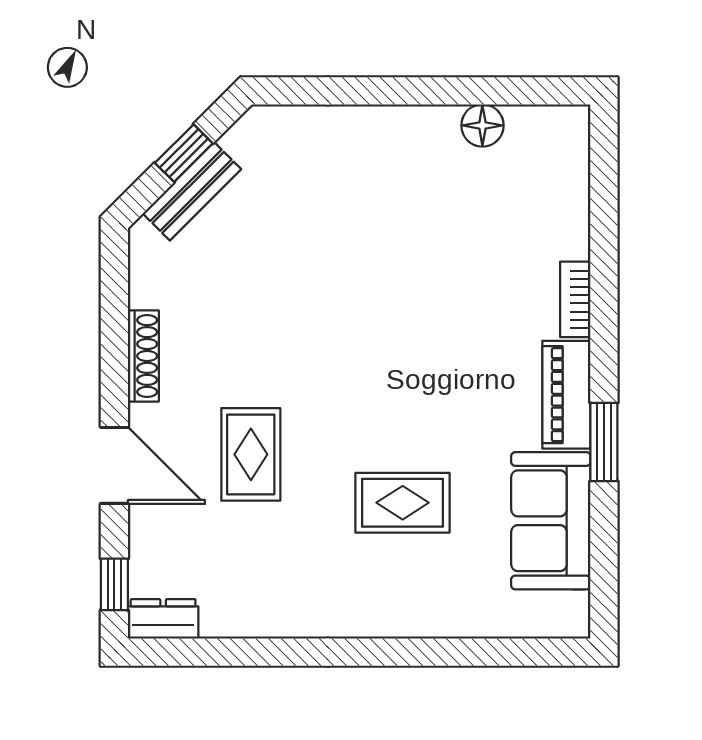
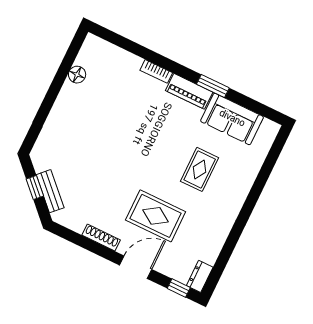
rug: (251, 454) -> (156, 216), width x1.36, depth x1.43

